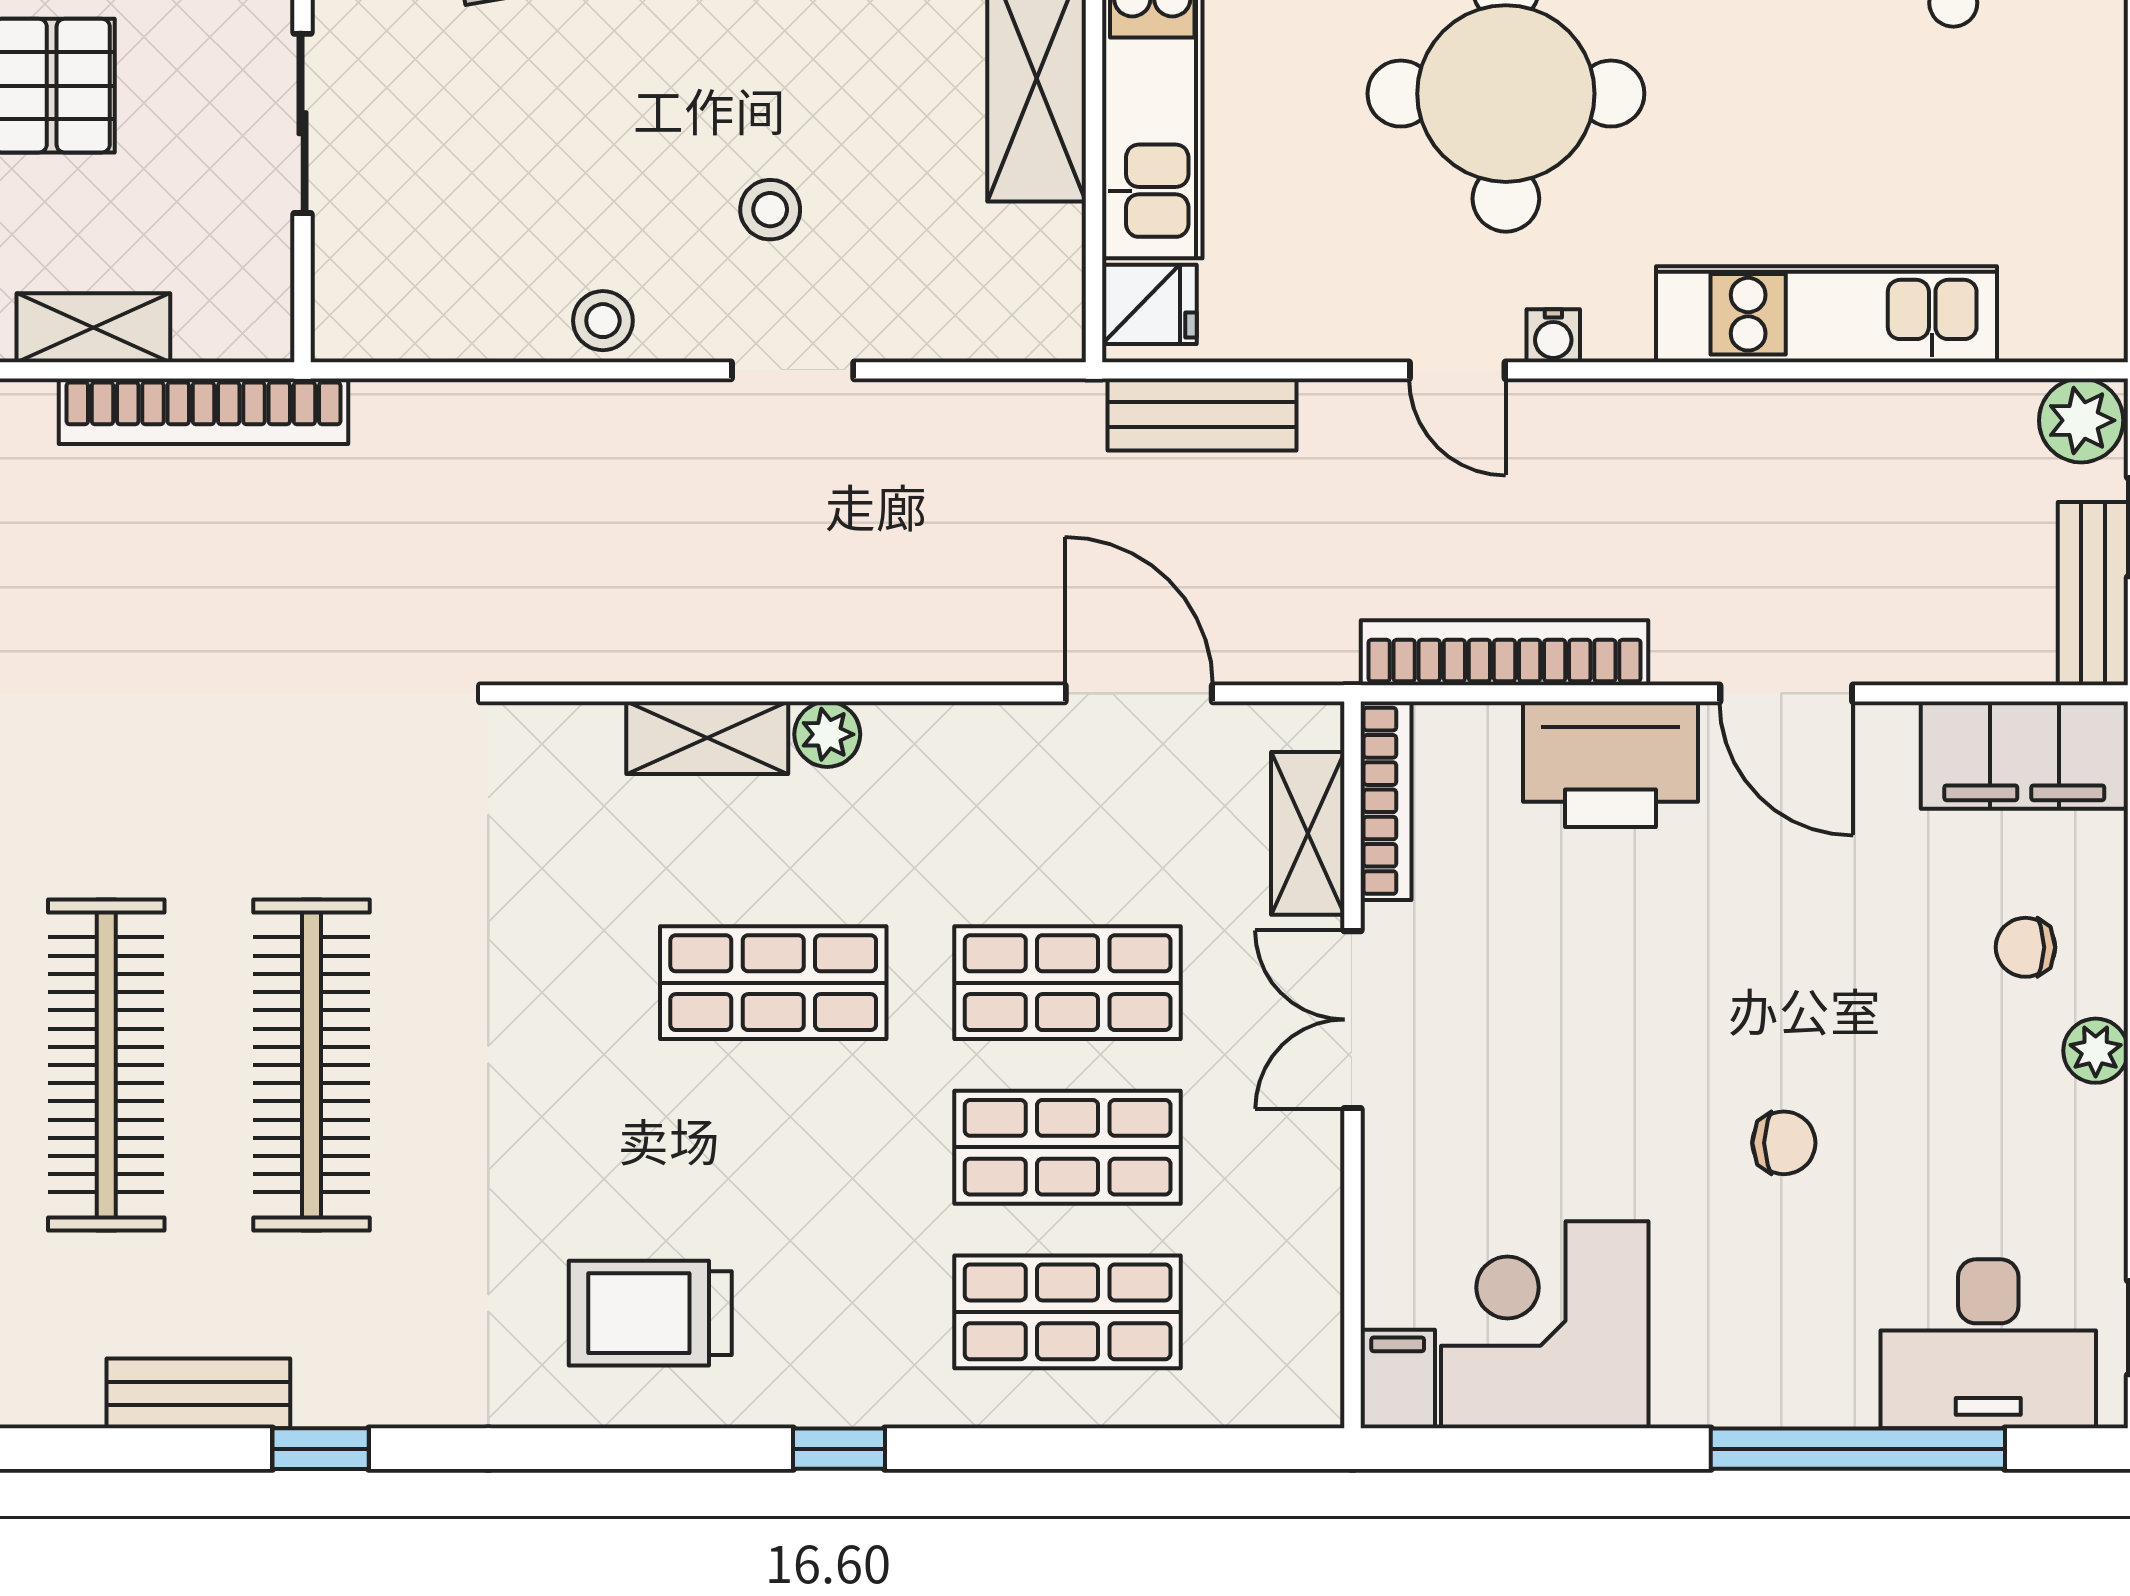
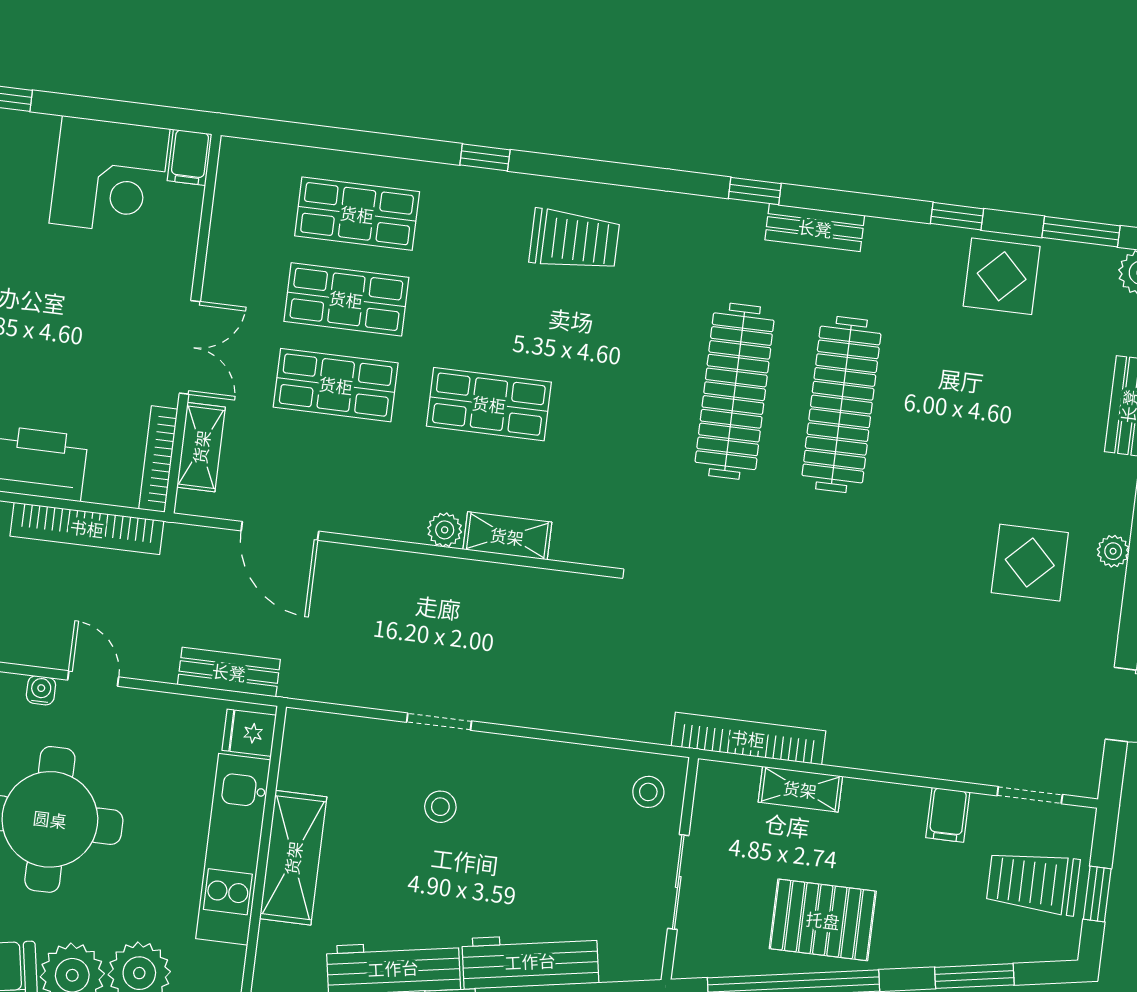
stool: (603, 321) -> (648, 792), moved

